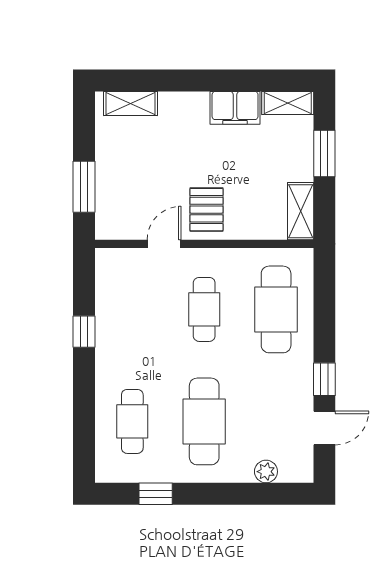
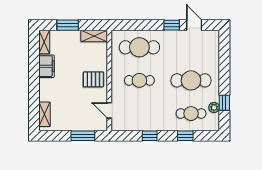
door: (164, 244) -> (109, 110), moved
window: (84, 409) -> (185, 136), added
plant: (266, 472) -> (214, 107), moved

